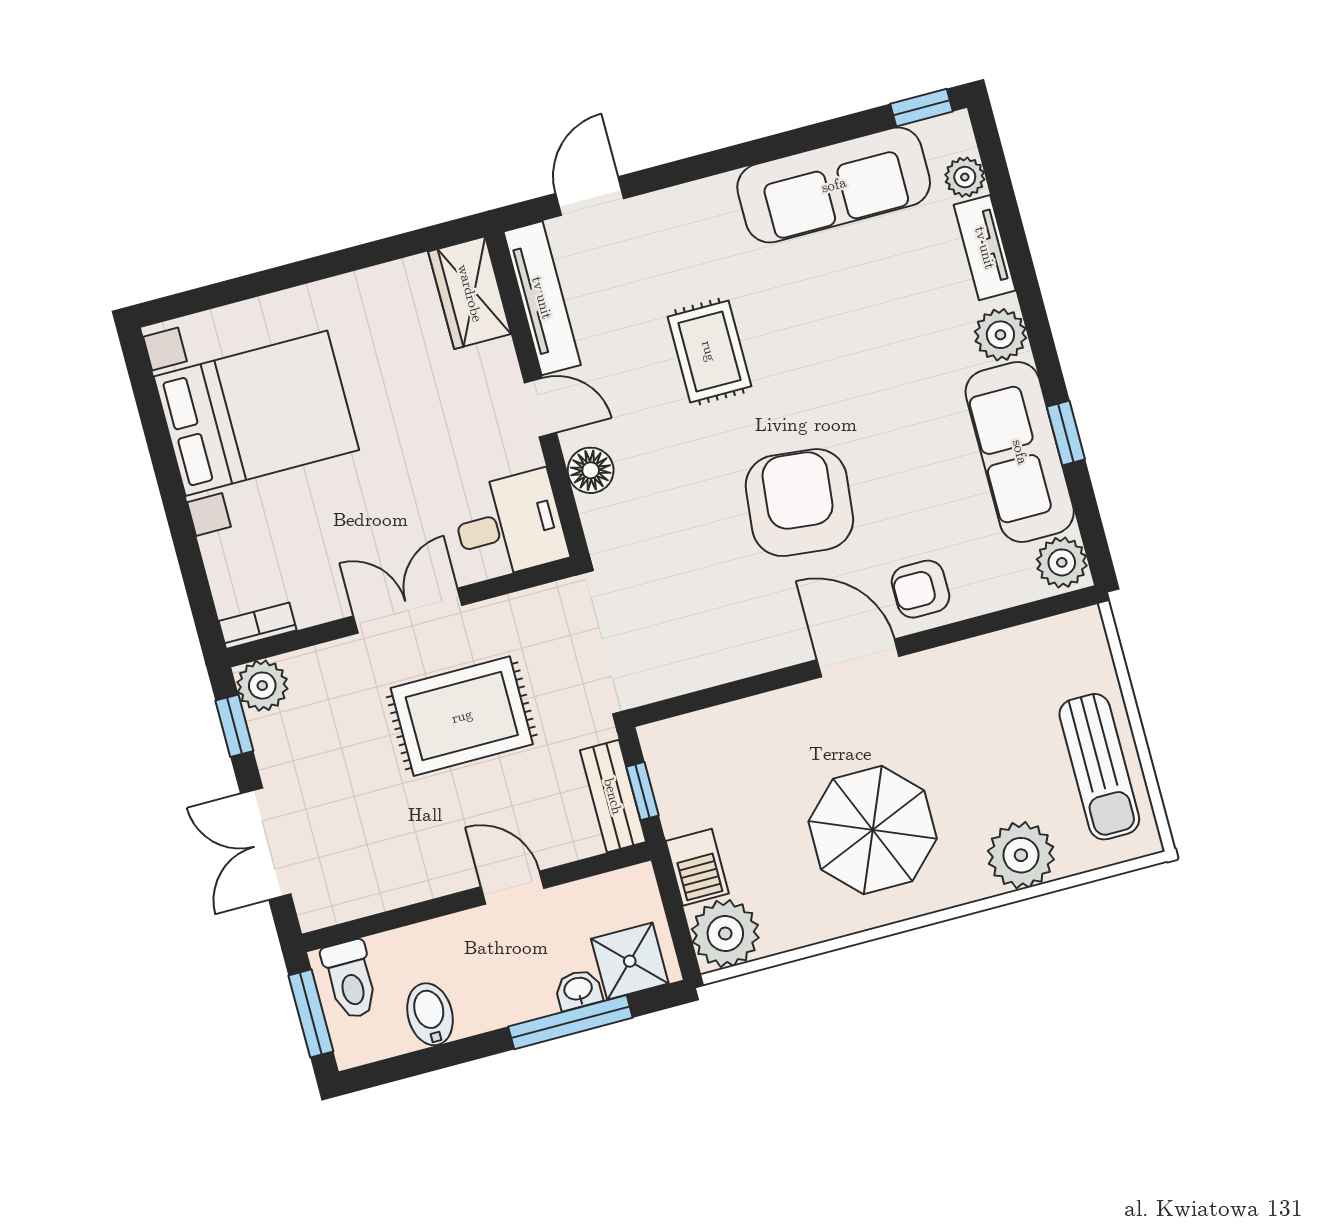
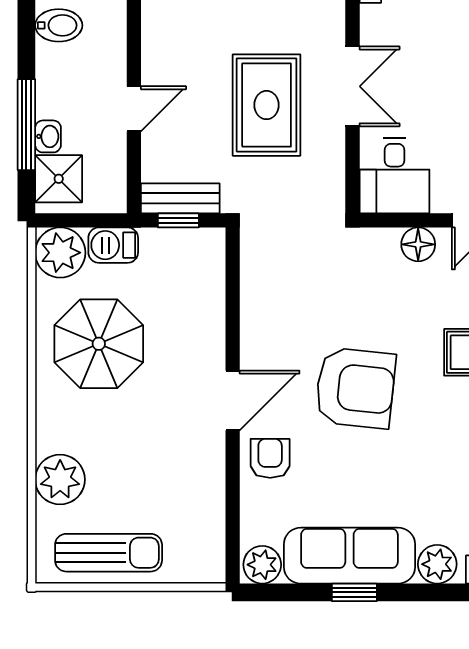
sun lounger: (1099, 767) -> (109, 553), turned 180
parasol: (873, 830) -> (99, 344), moved

